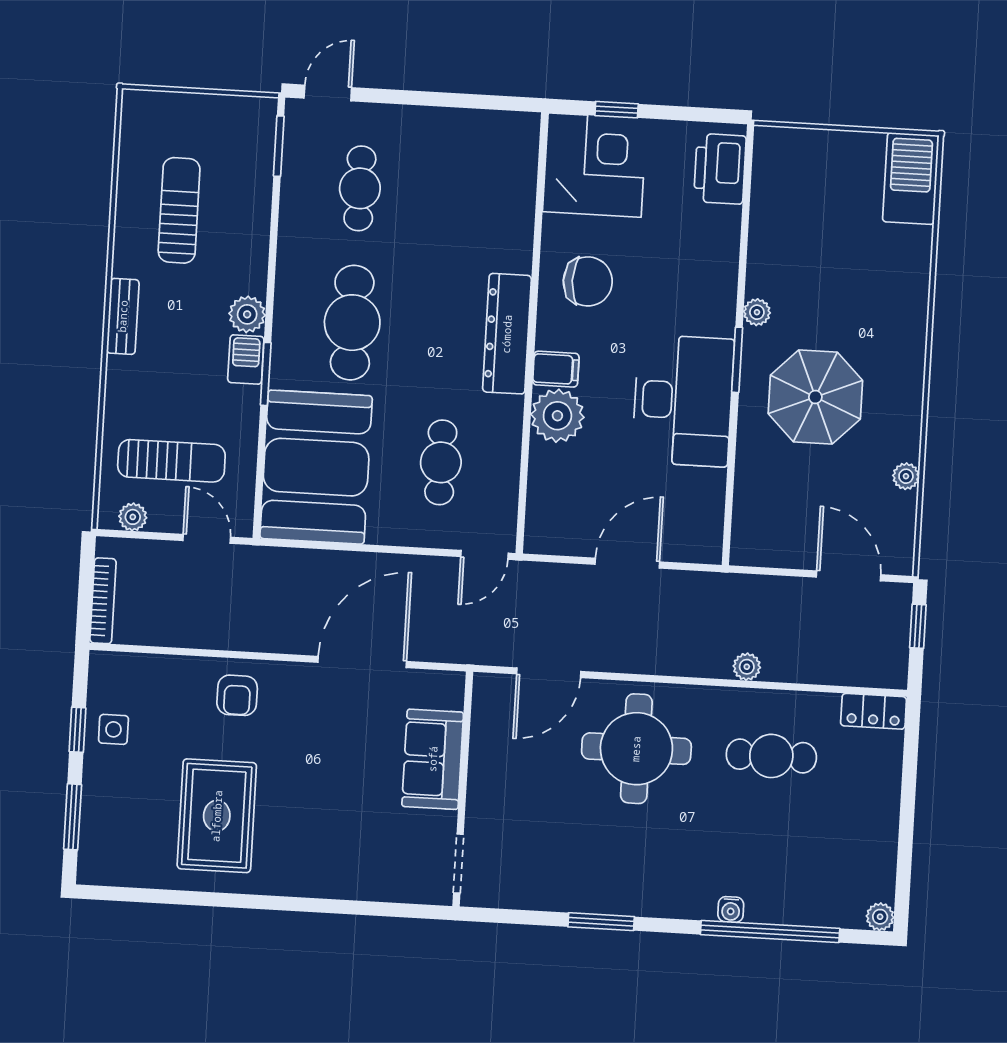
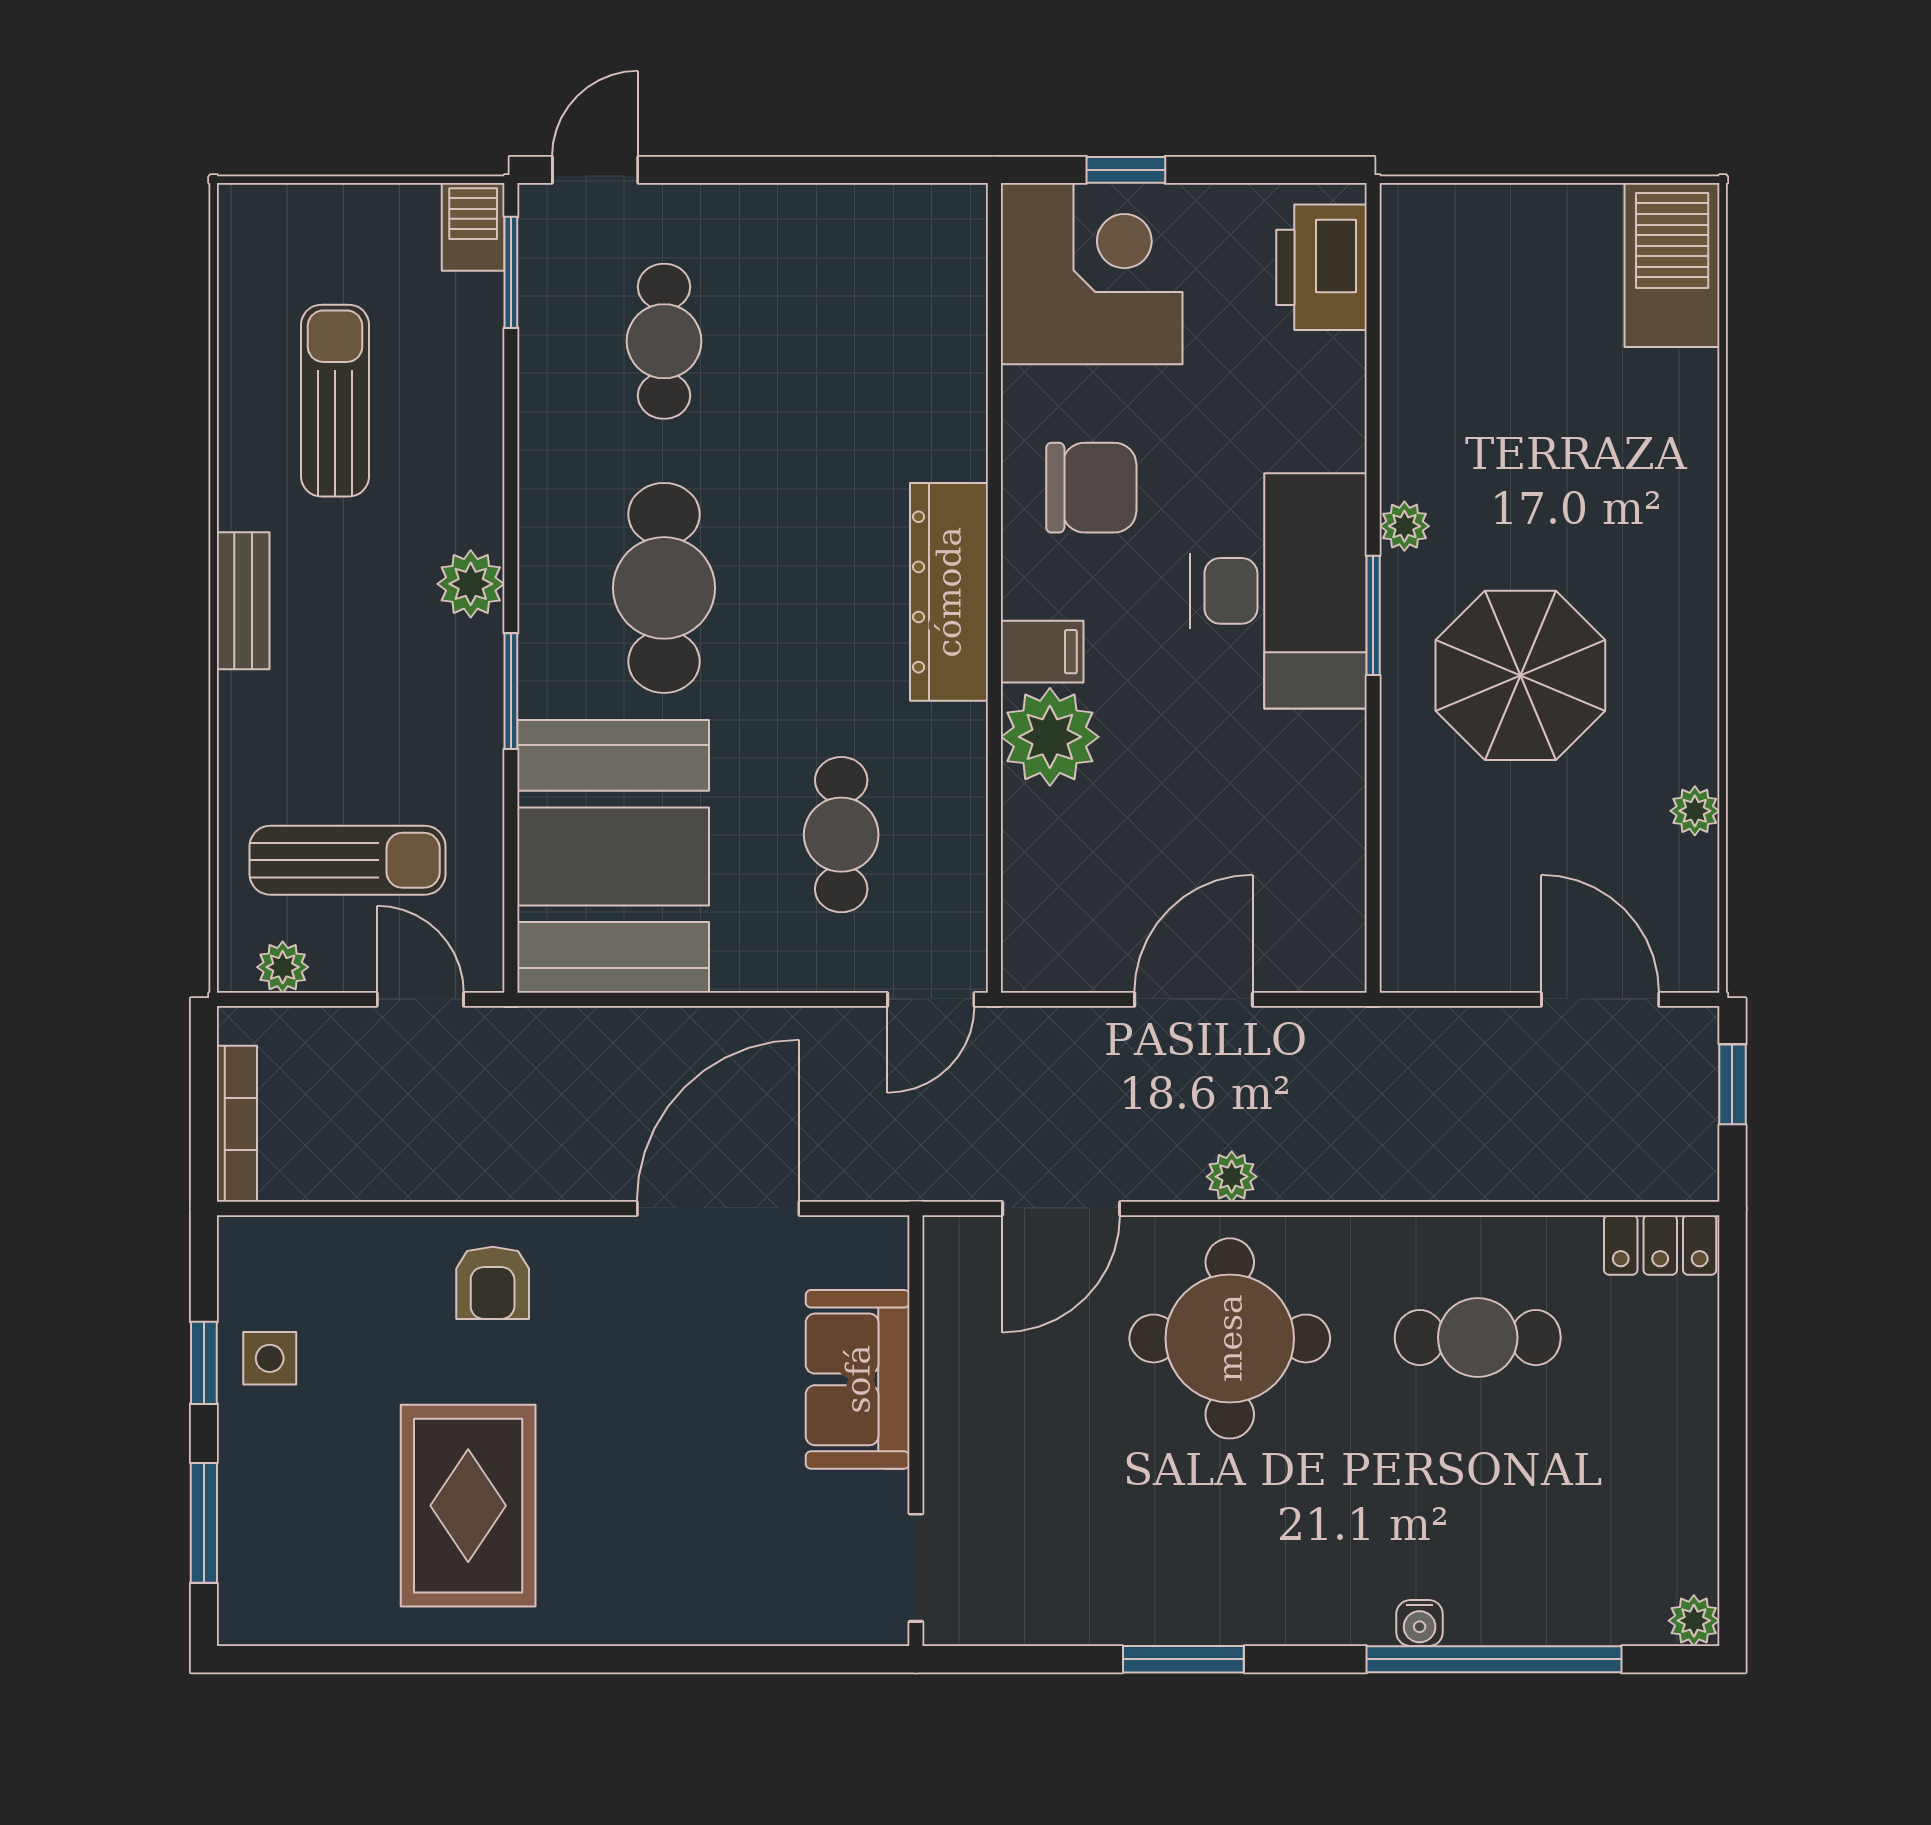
barbecue: (246, 359) -> (473, 227), moved
desk: (683, 401) -> (1279, 591), moved
plant: (747, 667) -> (1232, 1177), moved

